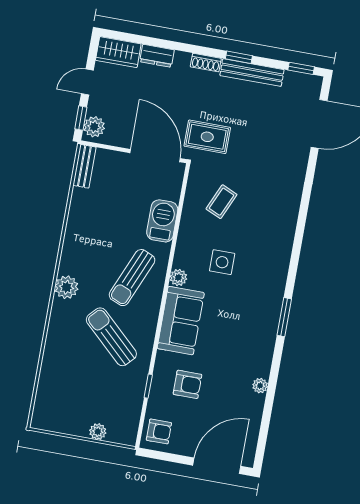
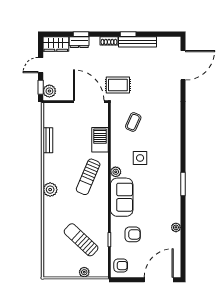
window: (301, 68) -> (81, 34), moved
bench: (84, 166) -> (48, 140), moved
sun lounger: (111, 337) -> (81, 240), moved

